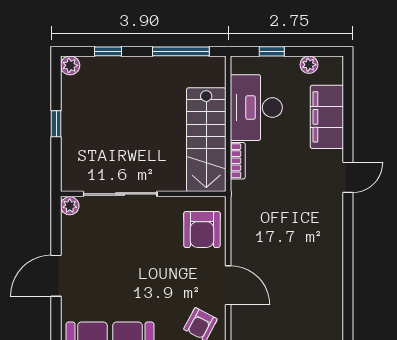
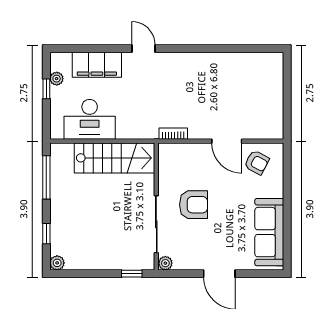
window: (272, 51) -> (46, 89), moved
window: (56, 124) -> (132, 274), moved
bookcase: (238, 161) -> (173, 134), moved
armchair: (202, 229) -> (194, 205), moved
door: (228, 285) -> (227, 141), swing flipped

